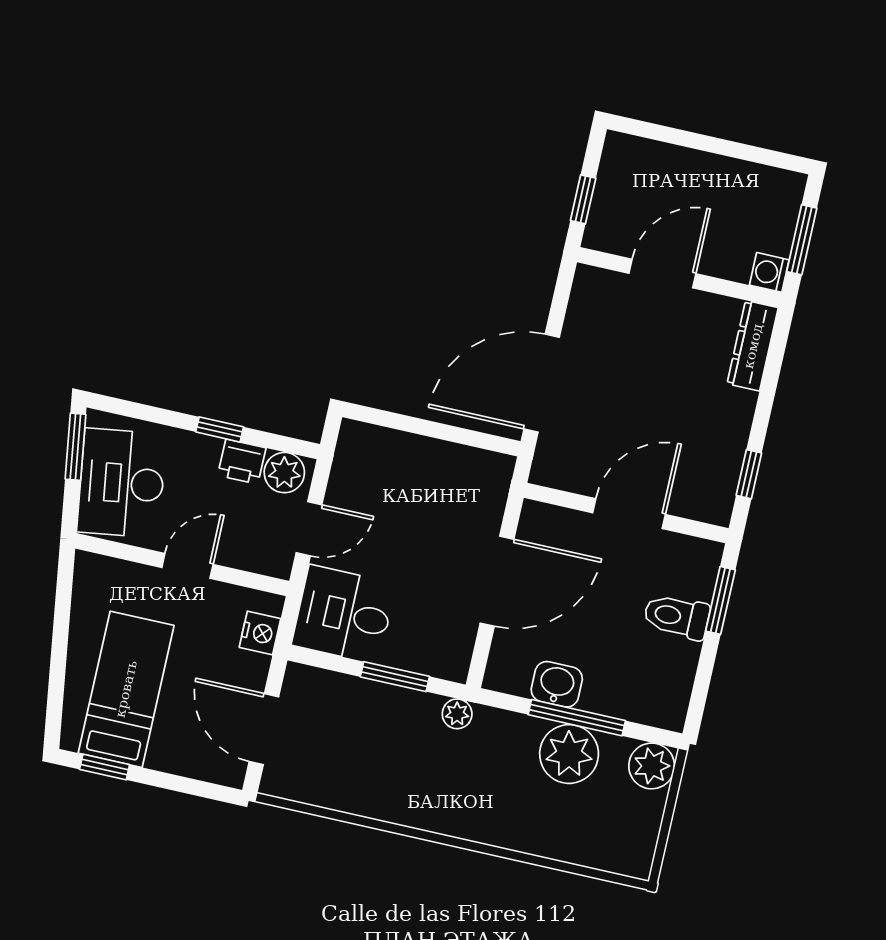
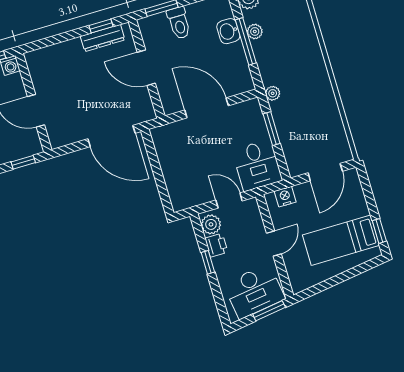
dresser: (753, 346) -> (103, 38), moved
window: (75, 447) -> (269, 311), moved
door: (187, 566) -> (274, 244), swing flipped
washbasin: (557, 684) -> (228, 31), moved
plant: (569, 754) -> (255, 31), width x0.53, depth x0.53

